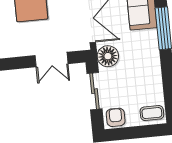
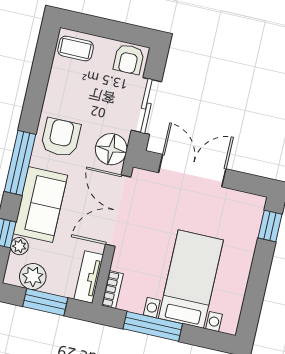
armchair: (143, 53) -> (61, 138), added
double door: (52, 60) -> (192, 171), width x1.37

